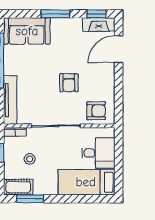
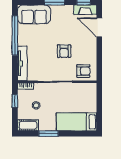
door: (119, 49) -> (99, 27), hinge flipped
desk: (98, 153) -> (85, 101), removed
window: (30, 199) -> (48, 134), moved

